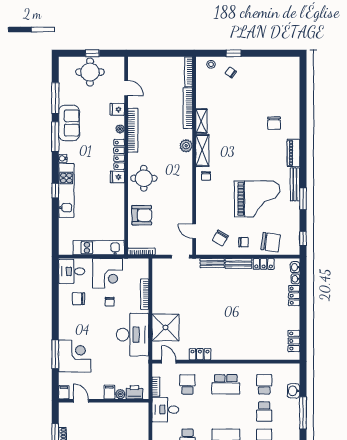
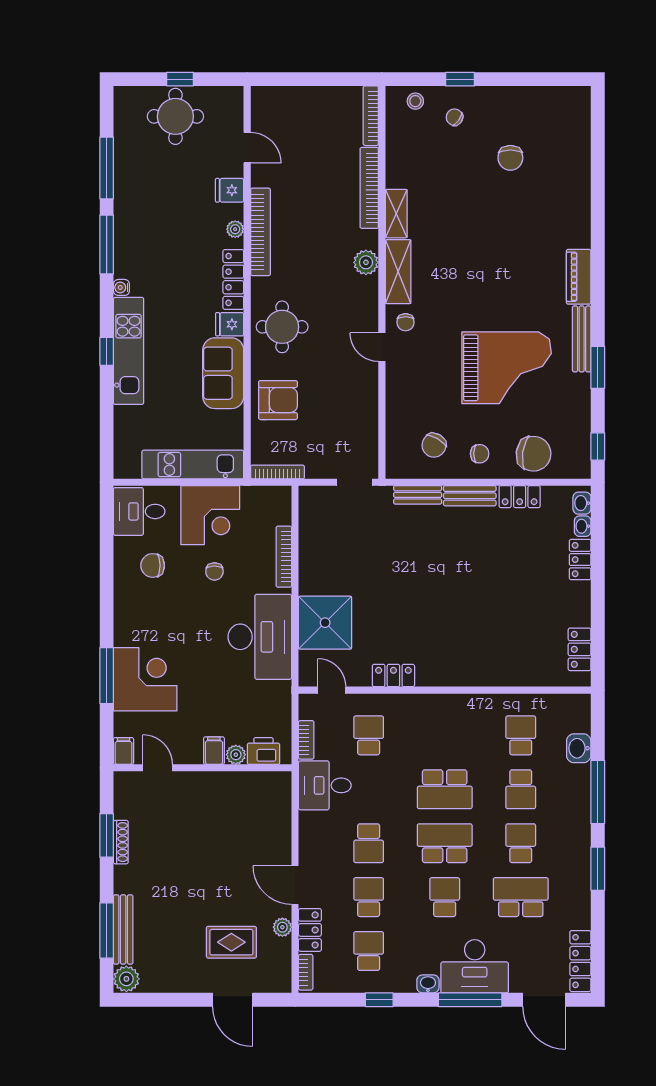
sofa: (69, 123) -> (223, 373), moved, turned 180
chair: (274, 123) -> (510, 158), moved
door: (194, 231) -> (382, 347), moved
school desk: (226, 384) -> (445, 789), moved

